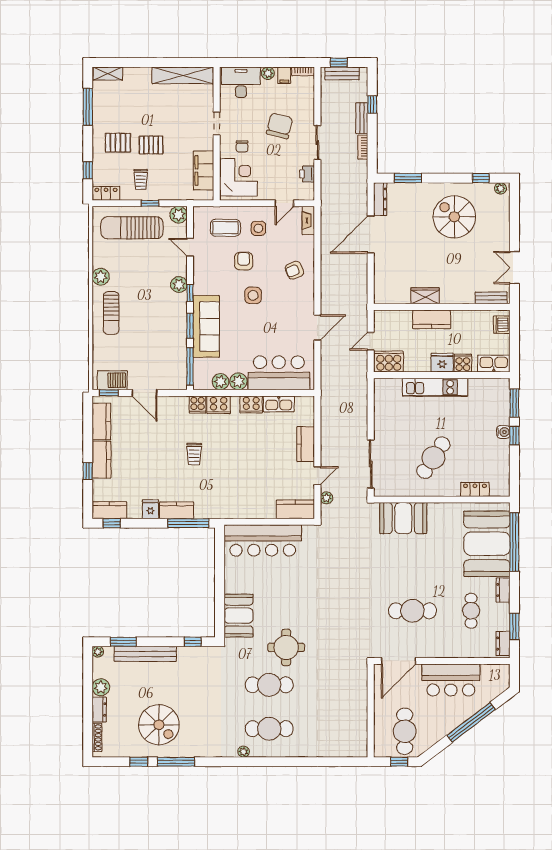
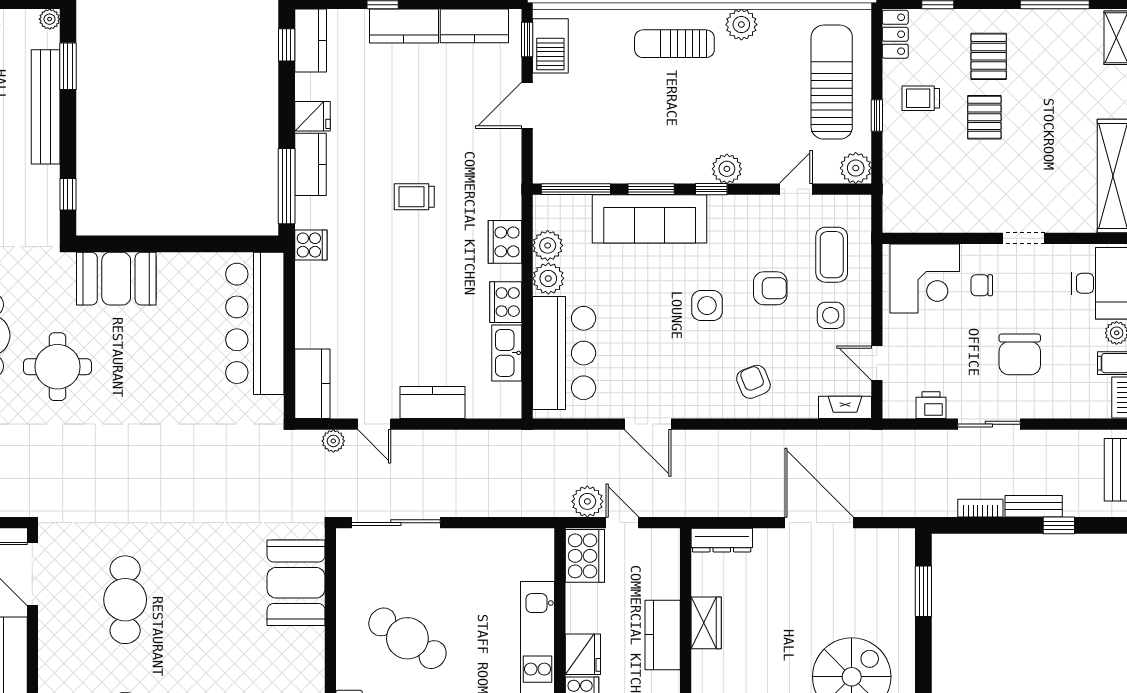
chair: (280, 126) -> (1020, 354), turned 76
filing cabinet: (204, 170) -> (937, 214), removed
dresser: (380, 199) -> (722, 540), moved
plant: (359, 360) -> (587, 501), added
cooker: (197, 405) -> (311, 245), moved, turned 180

